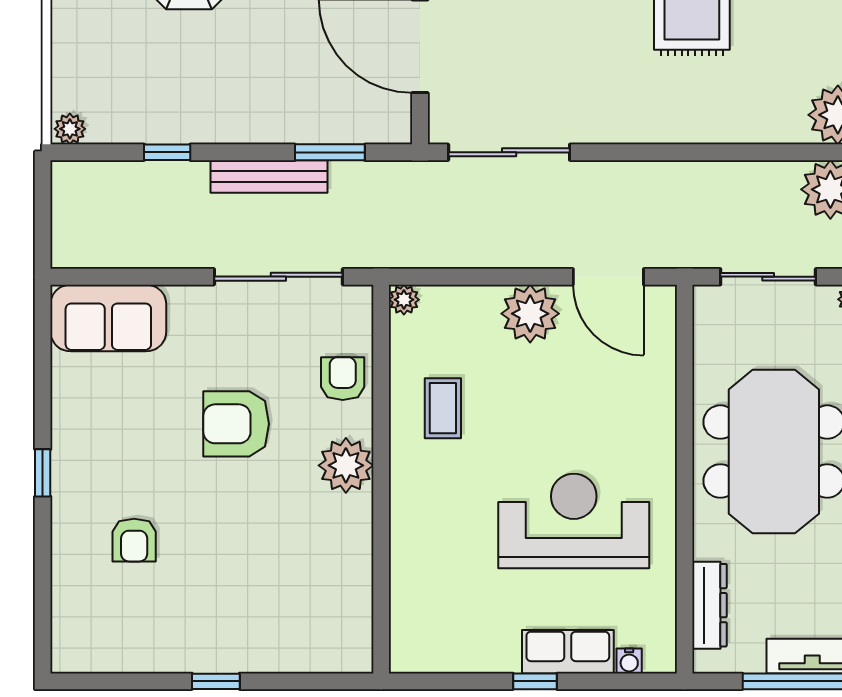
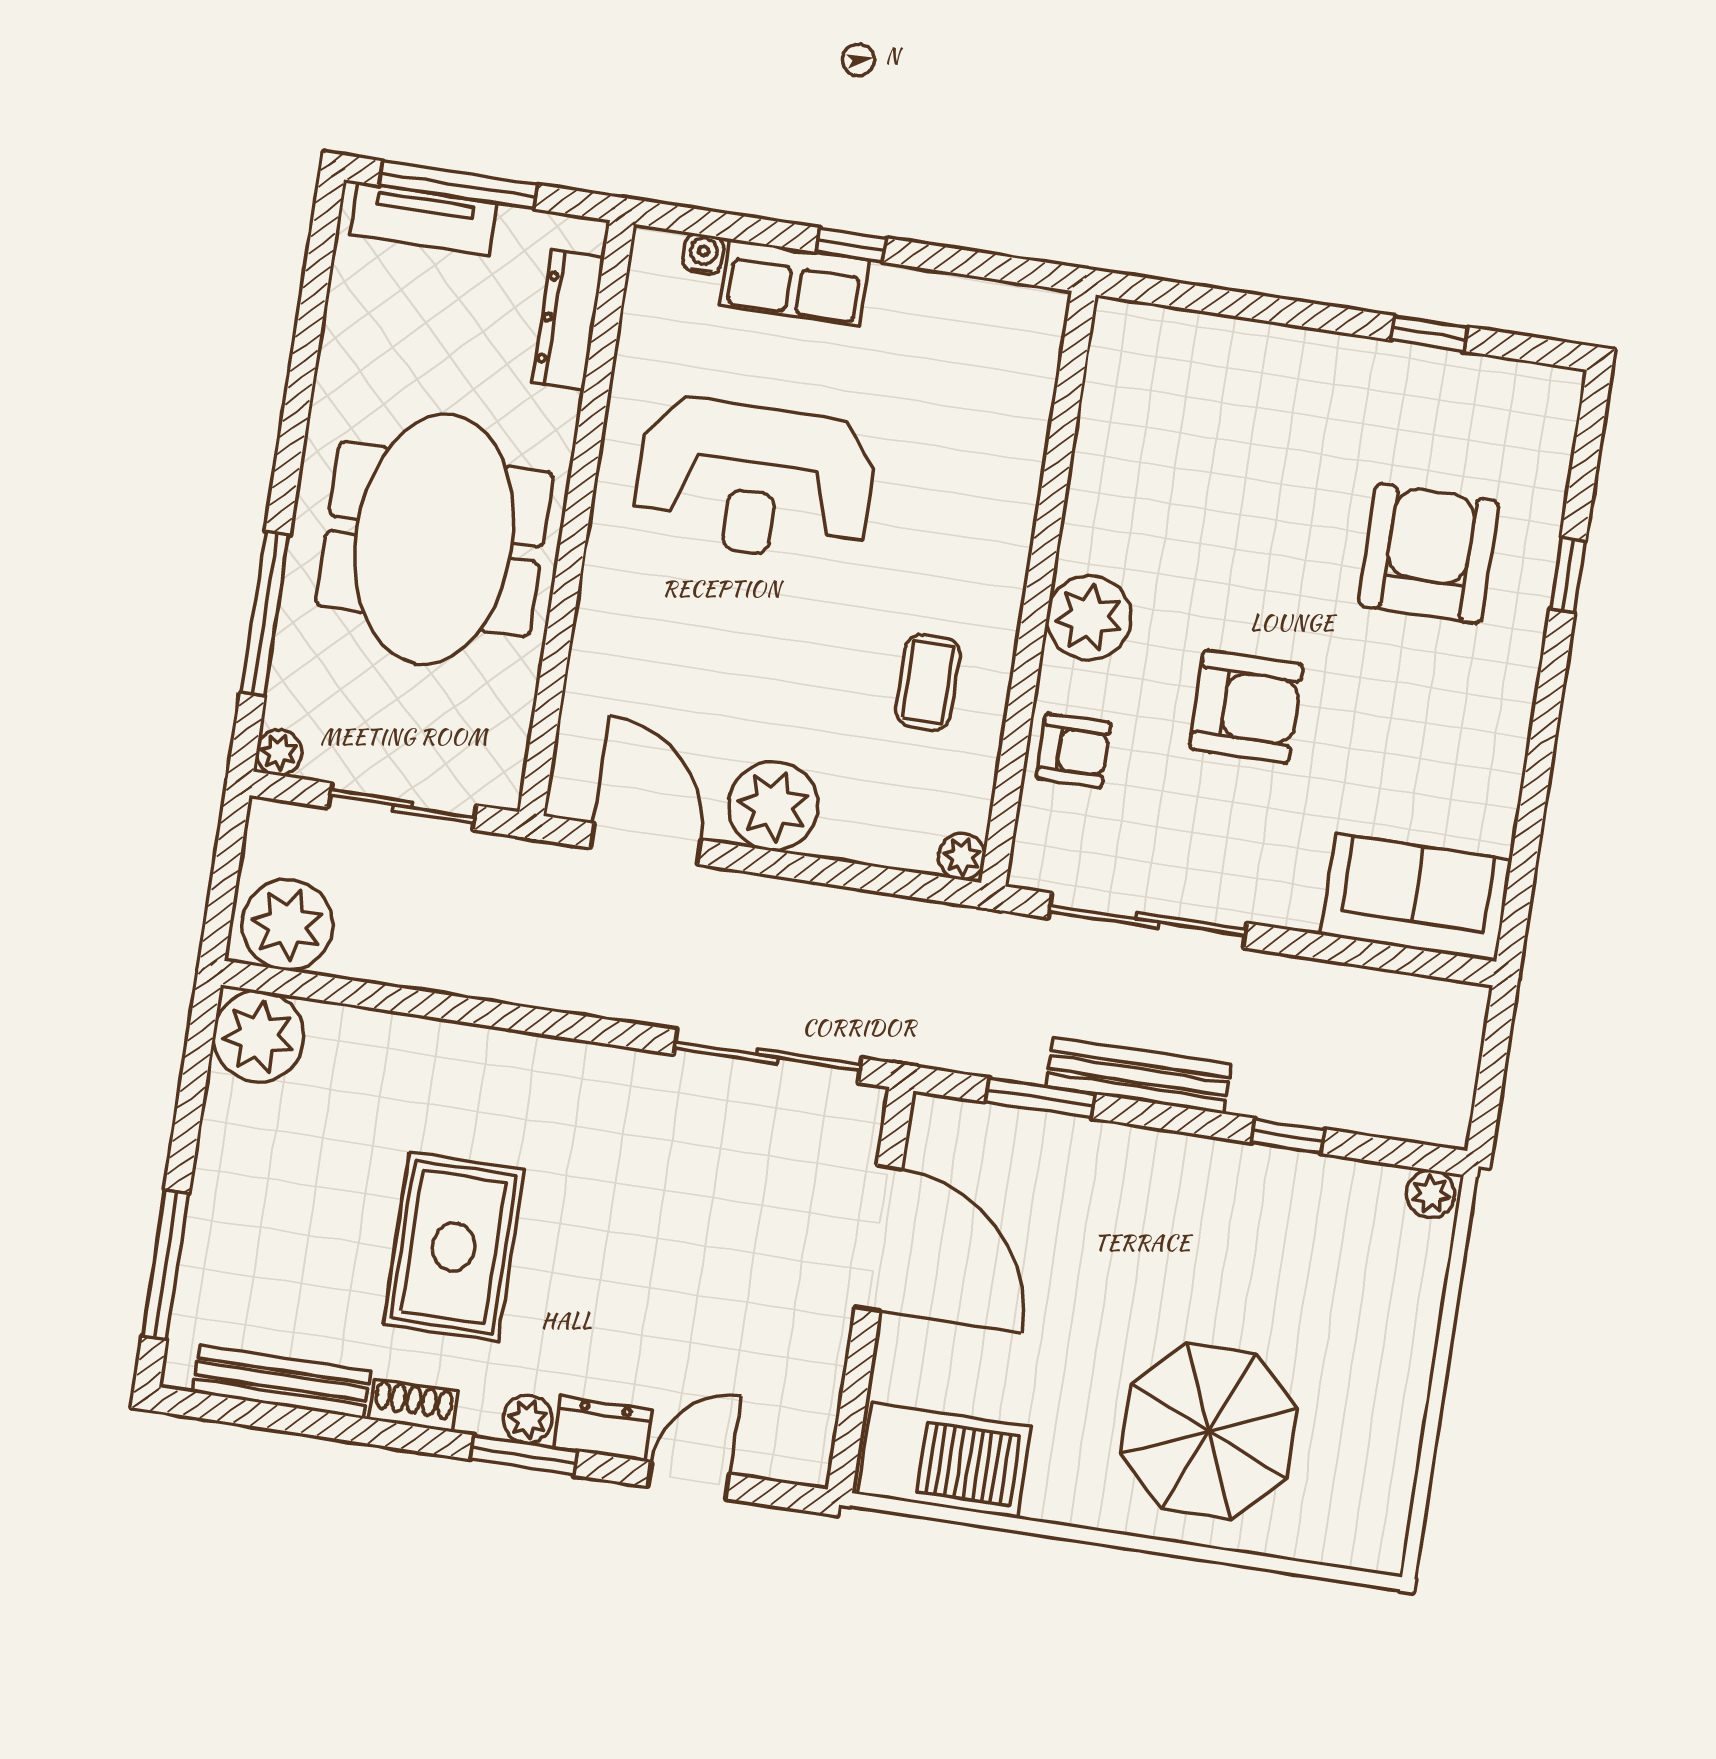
armchair: (343, 379) -> (1074, 751), turned -90
window: (43, 473) -> (1568, 575), moved
armchair: (134, 540) -> (1429, 553), width x1.88, depth x1.88
window: (216, 681) -> (1429, 333), moved

